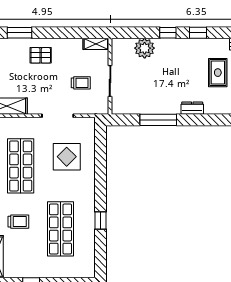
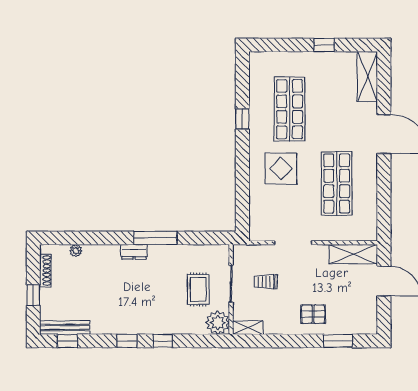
plant: (145, 48) -> (218, 323), moved
rug: (218, 73) -> (198, 289), moved
window: (158, 120) -> (155, 238), moved
display table: (67, 157) -> (281, 168), moved
trolley: (18, 222) -> (339, 118), removed

